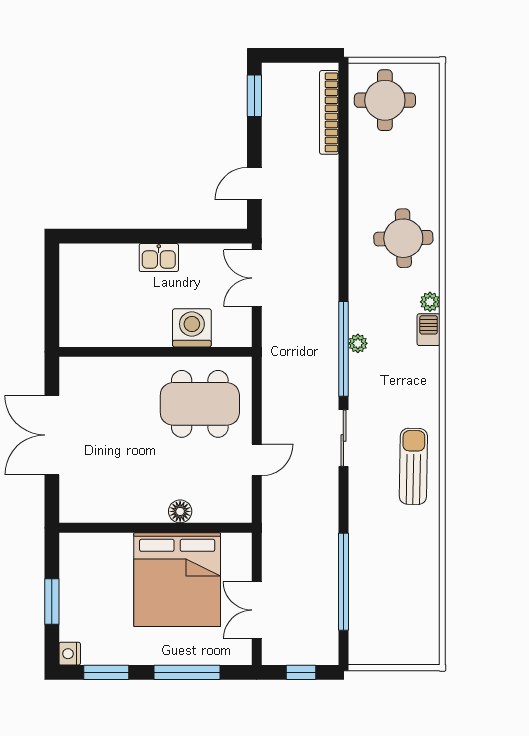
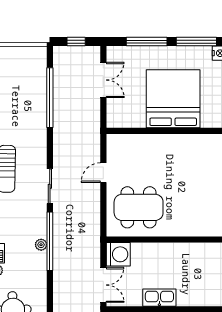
kitchen sink: (159, 258) -> (159, 298), width x1.38
washing machine: (192, 328) -> (118, 254), moved, turned -90
floor lamp: (180, 511) -> (151, 141), removed
bed: (177, 580) -> (173, 99), moved
window: (106, 672) -> (196, 42), width x1.44

